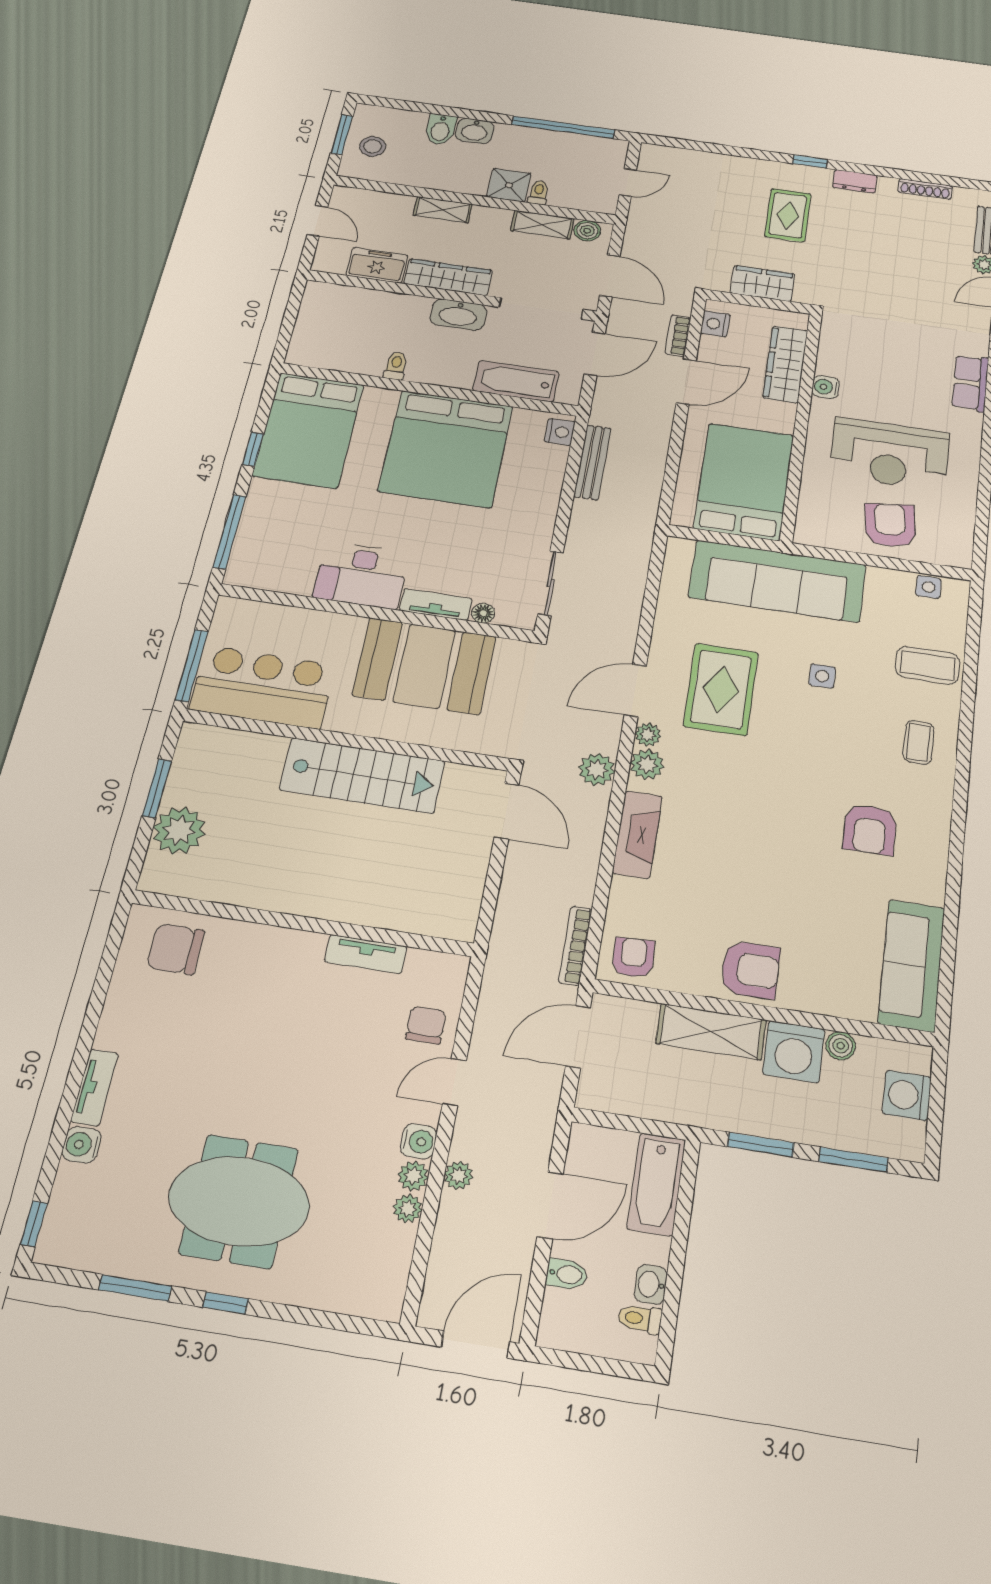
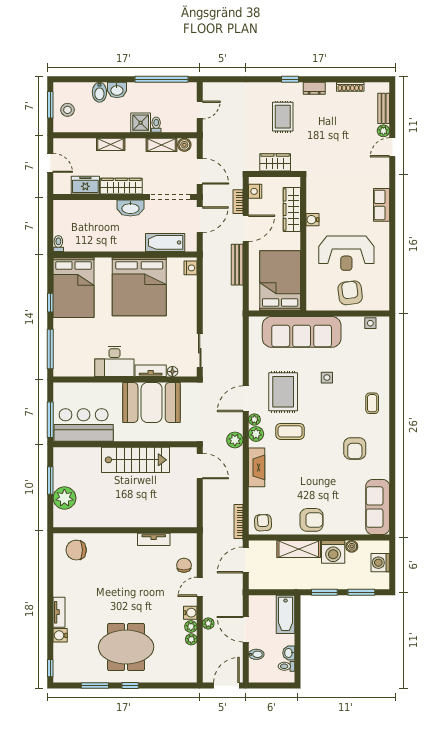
toilet: (396, 366) -> (58, 244), moved
bench: (592, 462) -> (237, 265), moved
coffee table: (928, 665) -> (290, 431), moved
door: (550, 1205) -> (246, 629), swing flipped

